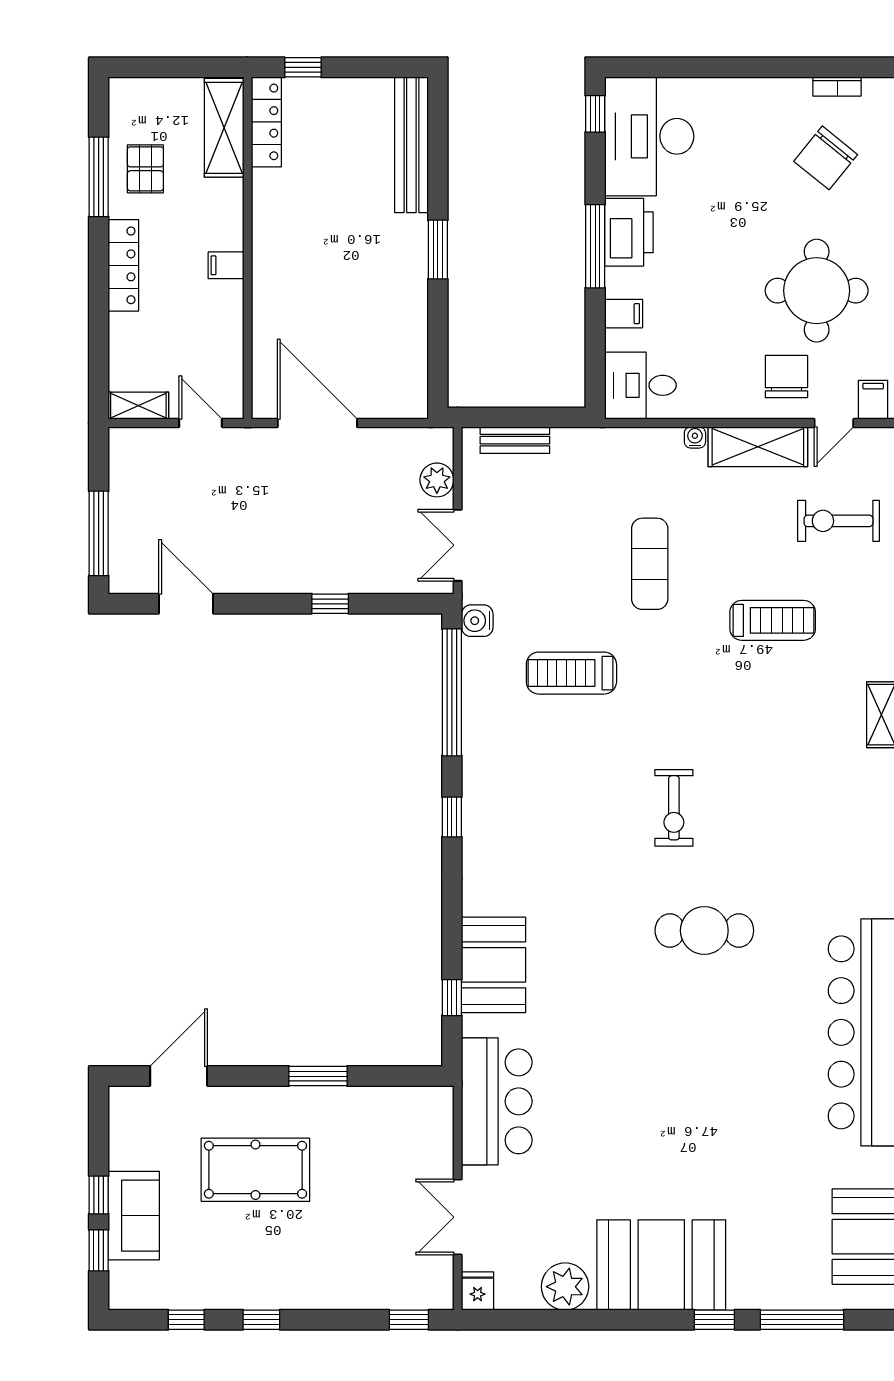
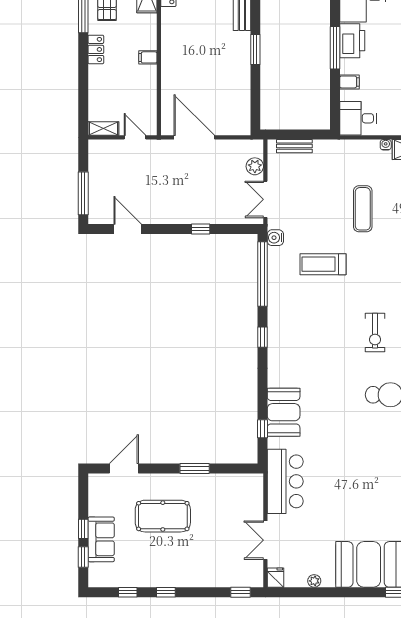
locker: (123, 265) -> (96, 49), width x0.66
plant: (565, 1287) -> (314, 581), width x0.53, depth x0.53

